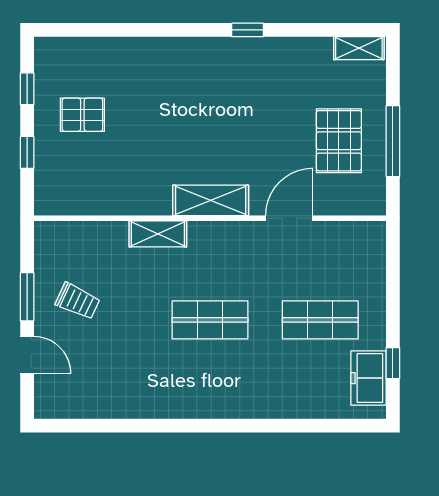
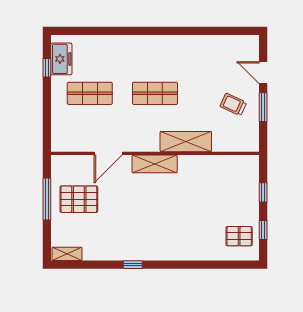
pallet: (82, 115) -> (239, 236), moved
pallet: (339, 141) -> (79, 199), turned 90
shelving: (158, 234) -> (186, 142), width x1.50, depth x1.33

